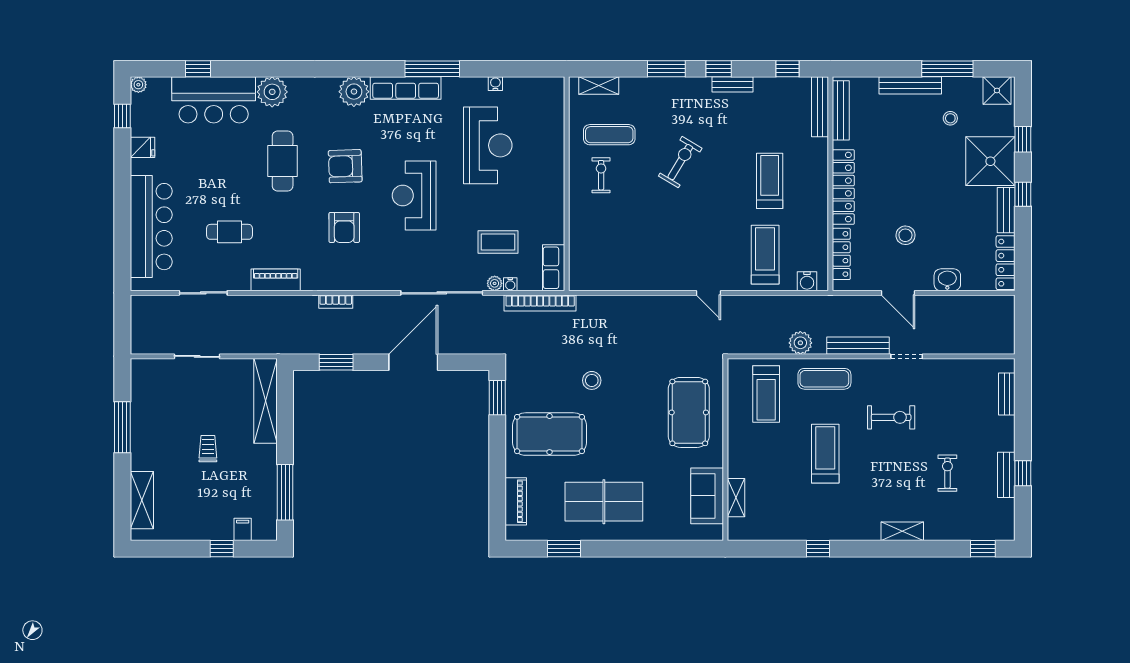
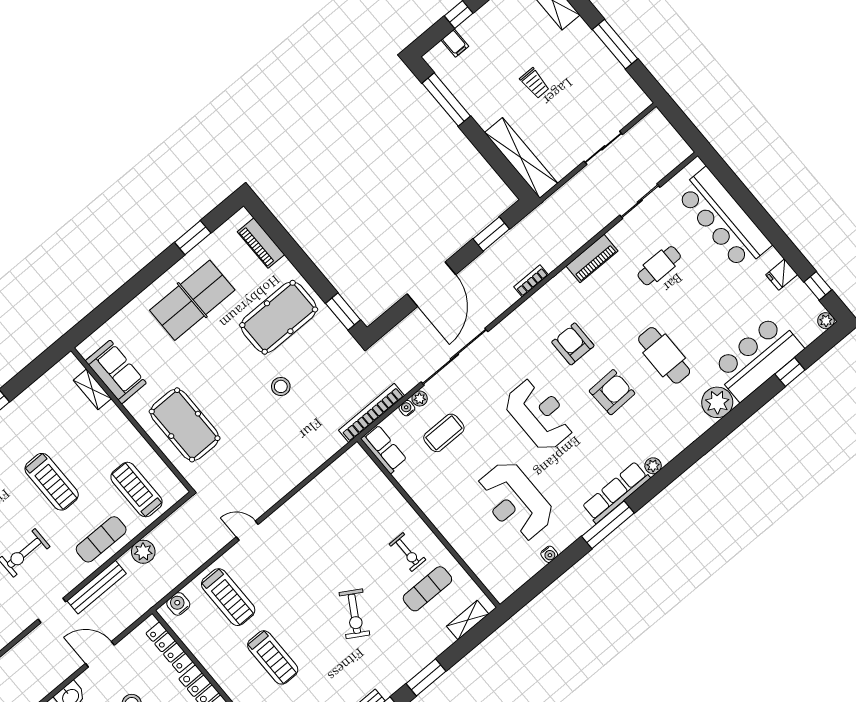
plant: (354, 92) -> (653, 466), width x0.53, depth x0.53

